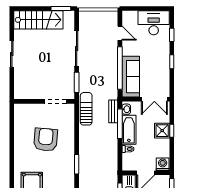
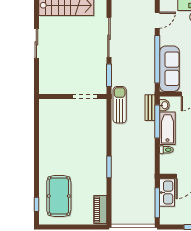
door: (120, 33) -> (157, 20), hinge flipped
armchair: (46, 140) -> (74, 139), removed

